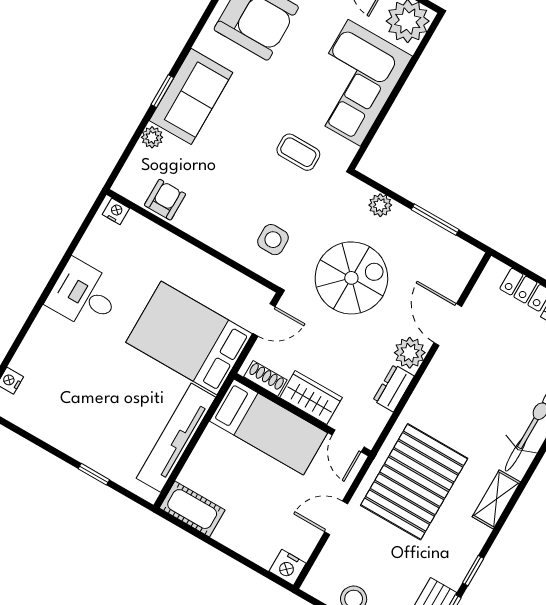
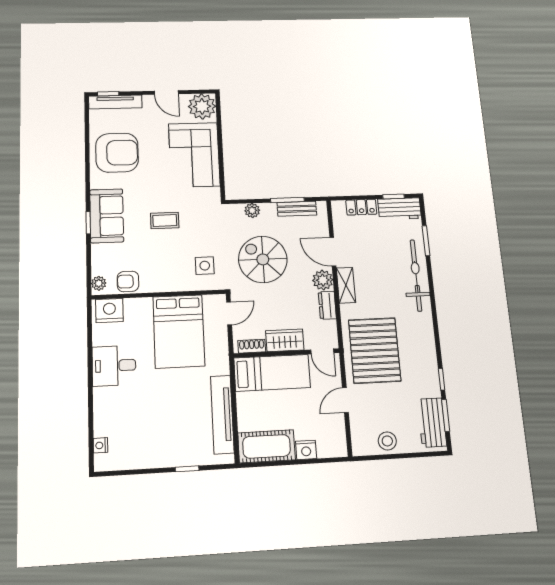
plant: (152, 137) -> (99, 283), moved
coffee table: (298, 152) -> (165, 220), moved
armchair: (165, 200) -> (128, 281), turned -90
nightstand: (116, 211) -> (109, 311), width x1.89, depth x1.79
bench: (440, 239) -> (297, 209), added
spiral stairs: (351, 278) -> (263, 259), turned -90
bed: (189, 338) -> (179, 331), moved, turned -90
shelving: (496, 499) -> (346, 285), moved
cot: (192, 509) -> (267, 446), width x1.37, depth x1.34
nightstand: (288, 567) -> (306, 450), moved

